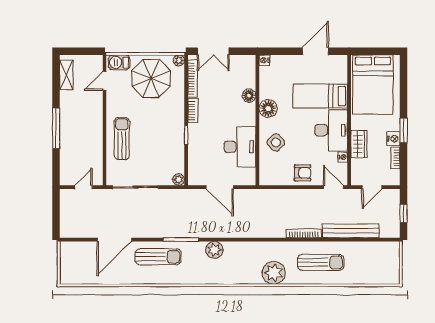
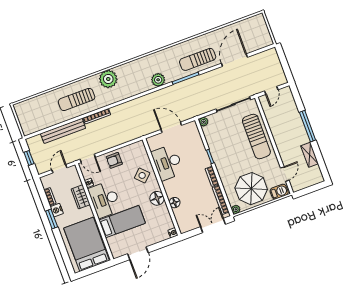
shelving: (66, 75) -> (310, 155), moved
sun lounger: (122, 138) -> (256, 136), width x1.36, depth x1.34

